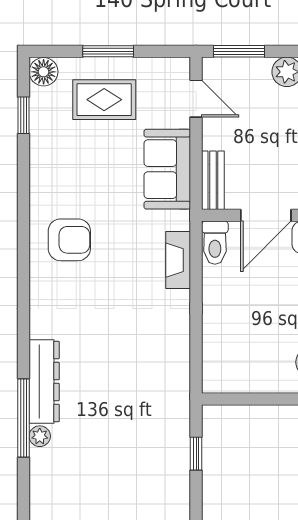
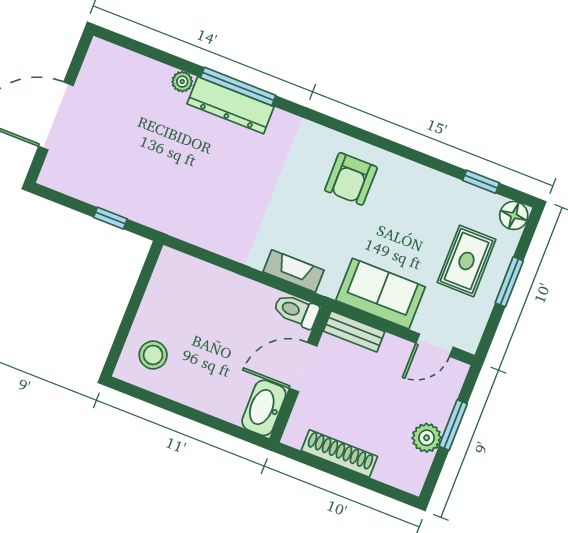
window: (239, 51) -> (453, 425), moved
door: (266, 215) -> (303, 367), hinge flipped
window: (24, 418) -> (238, 86), moved

